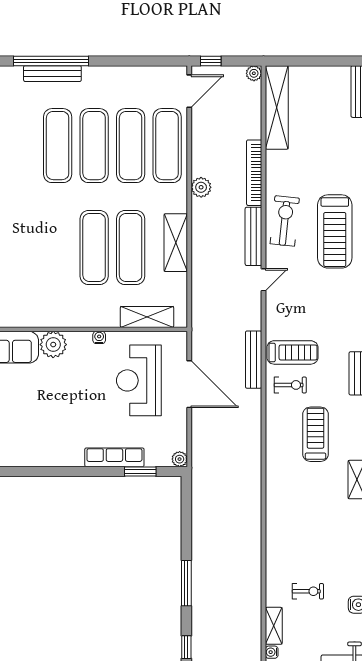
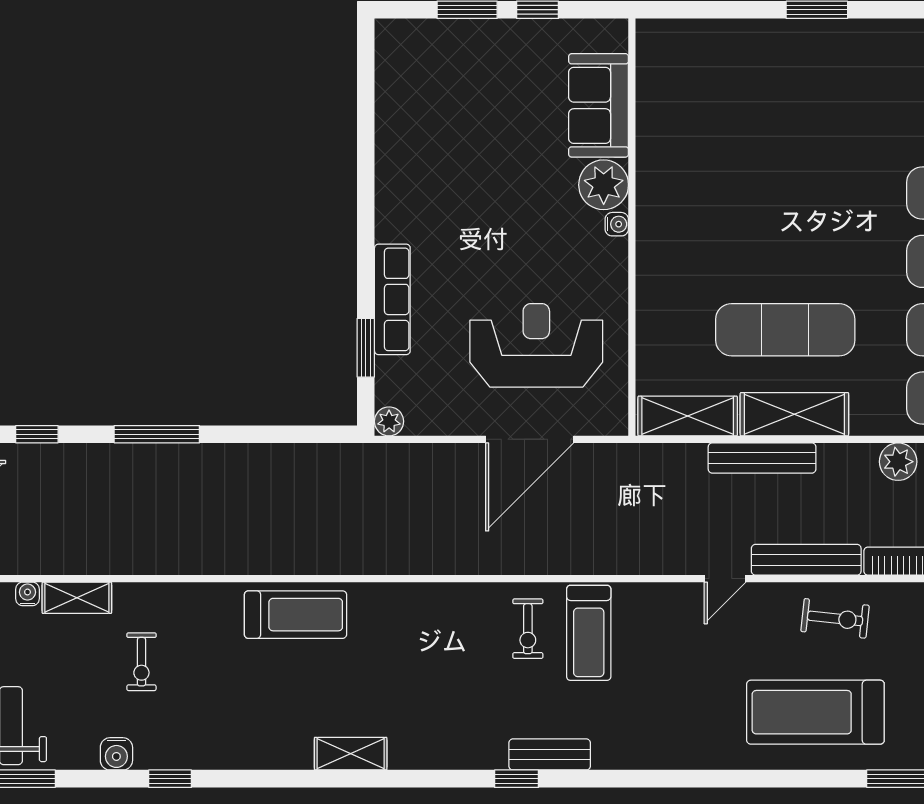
exercise bike: (285, 221) -> (835, 618), width x0.73, depth x0.72
exercise mat: (94, 248) -> (785, 261), removed
door: (263, 280) -> (725, 579), hinge flipped
shelving: (147, 317) -> (688, 416), moved, turned 90
water cooler: (99, 337) -> (617, 224), moved
bench: (254, 360) -> (762, 458), moved
treadmill: (315, 434) -> (295, 615), moved

